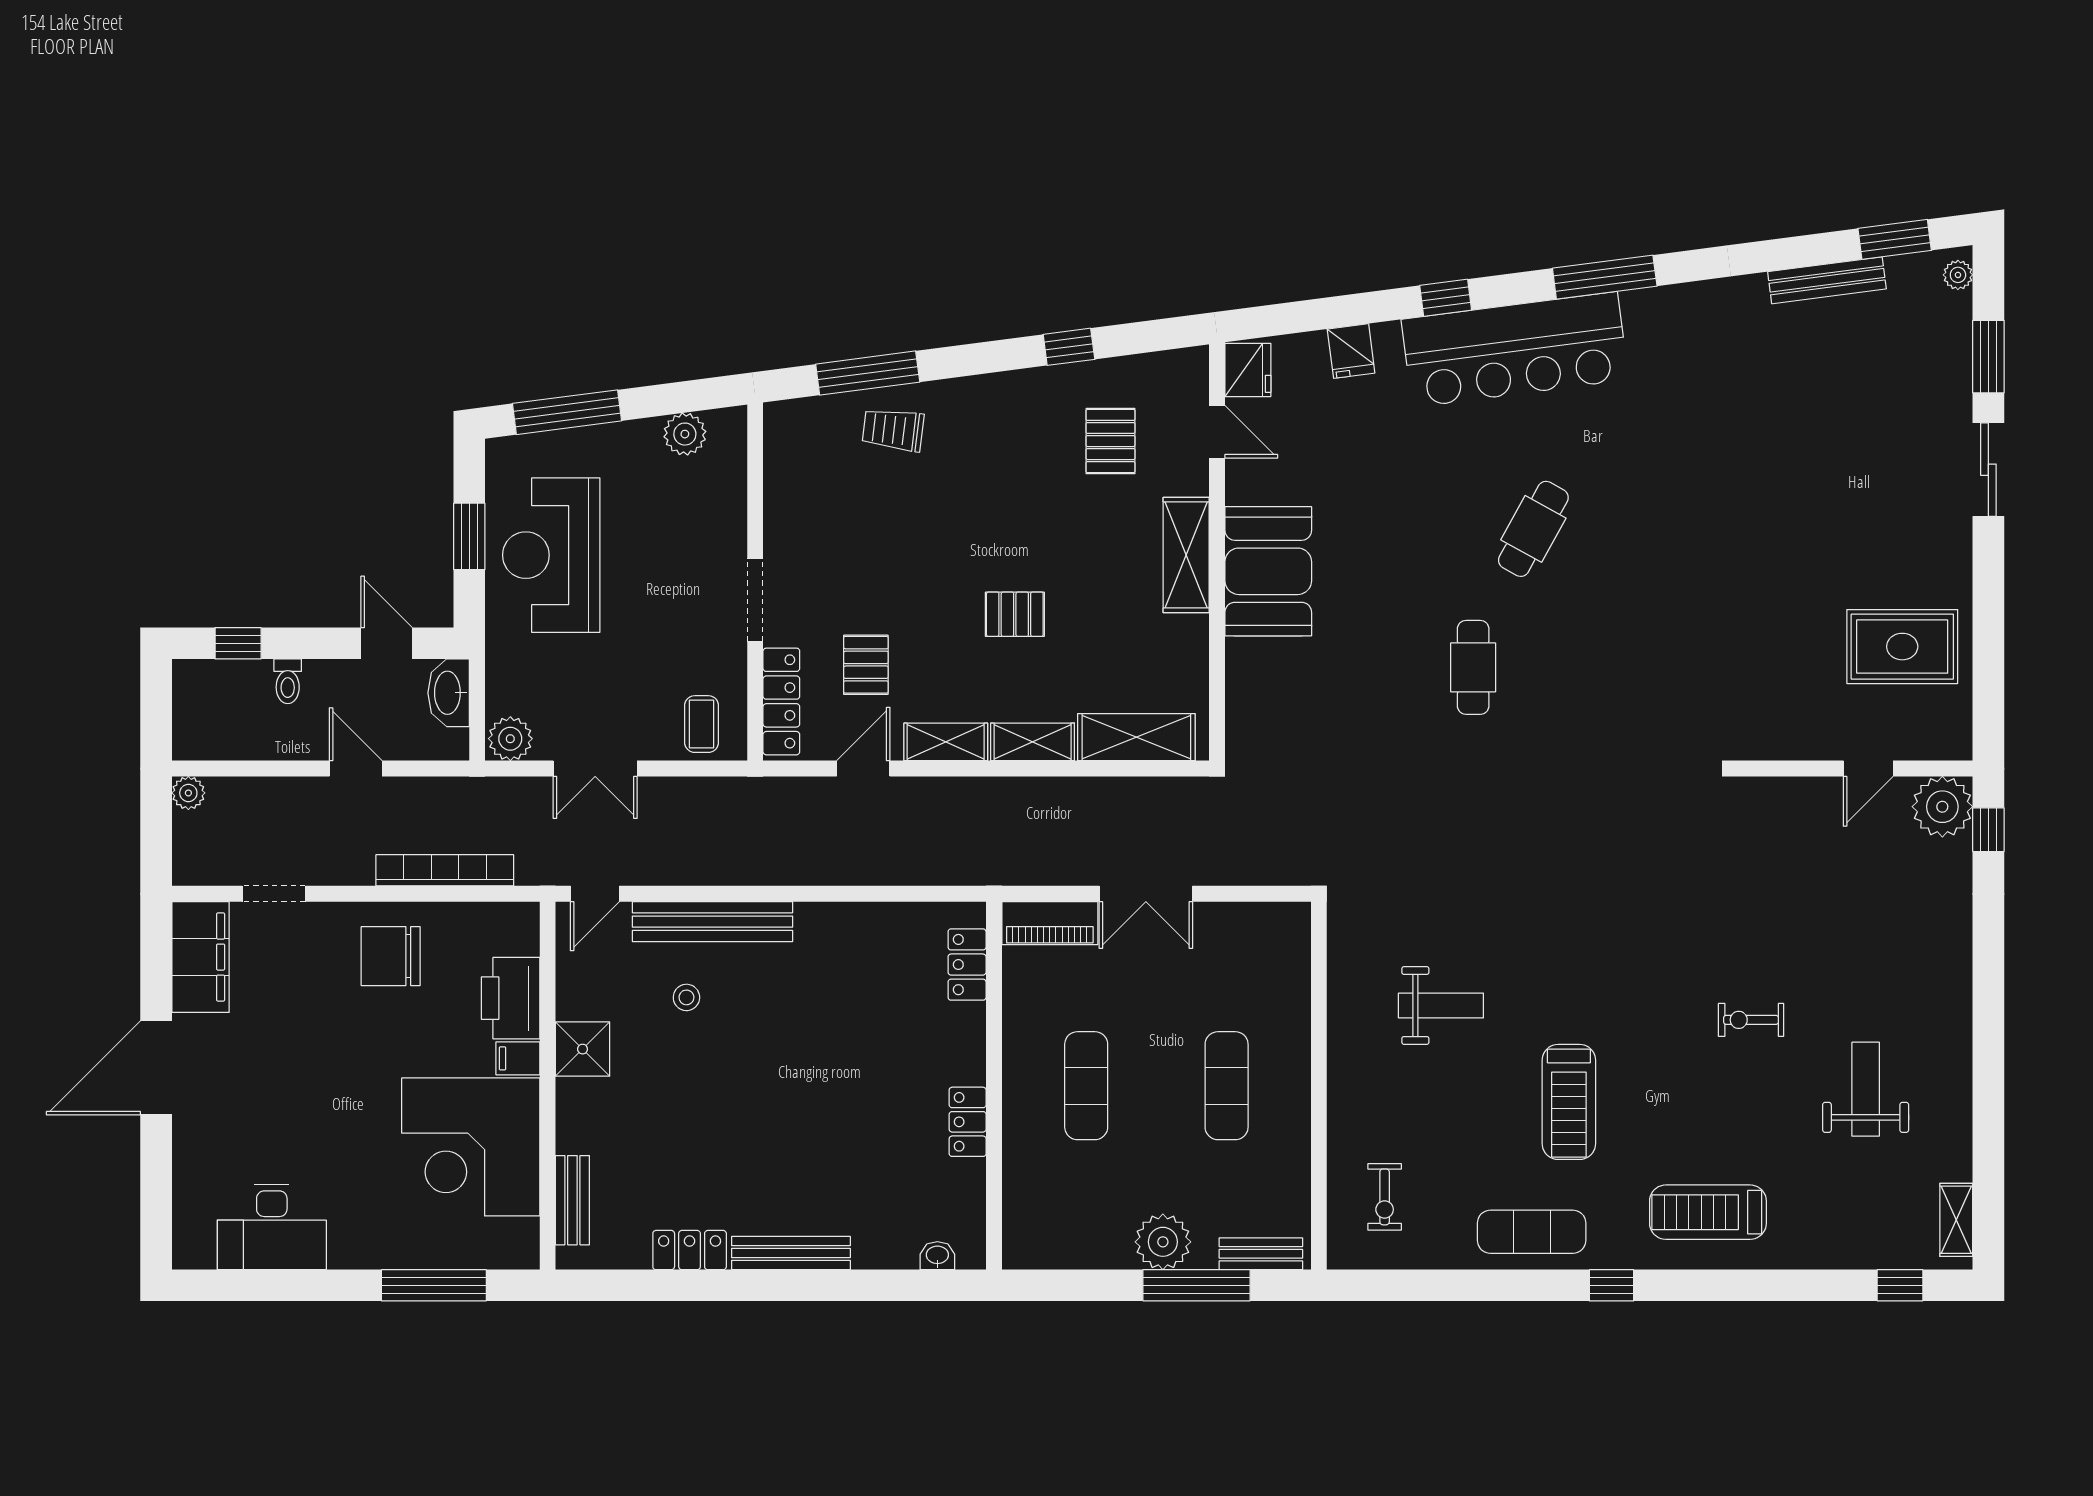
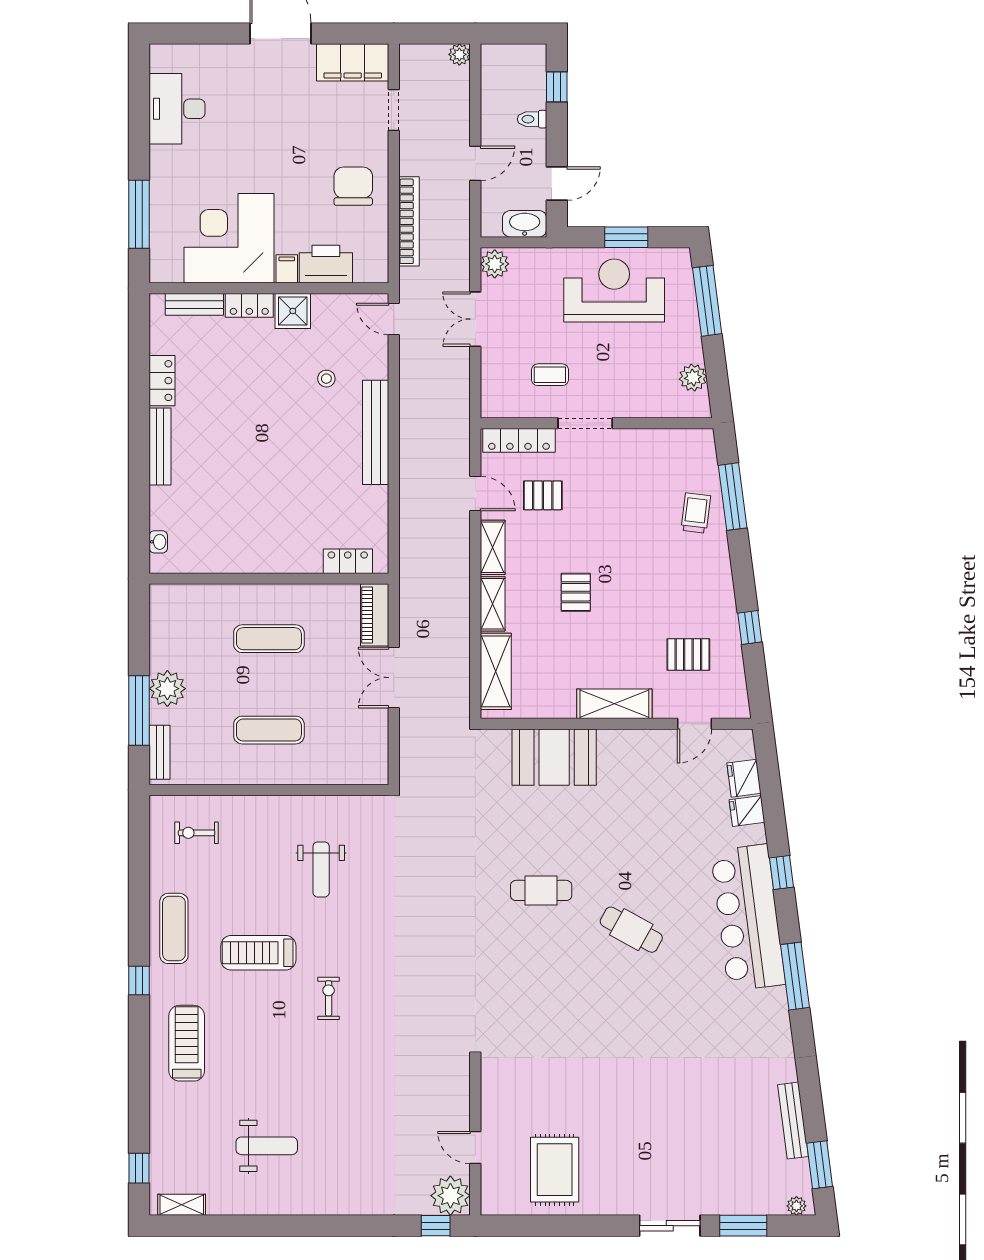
fridge: (1248, 370) -> (744, 778), moved, turned 83
booth: (1268, 571) -> (554, 757), moved
coffee table: (702, 724) -> (550, 375), moved
bench: (713, 922) -> (376, 432), moved
exercise bike: (1751, 1020) -> (329, 998), moved
locker: (968, 1122) -> (249, 305), moved, turned 180

